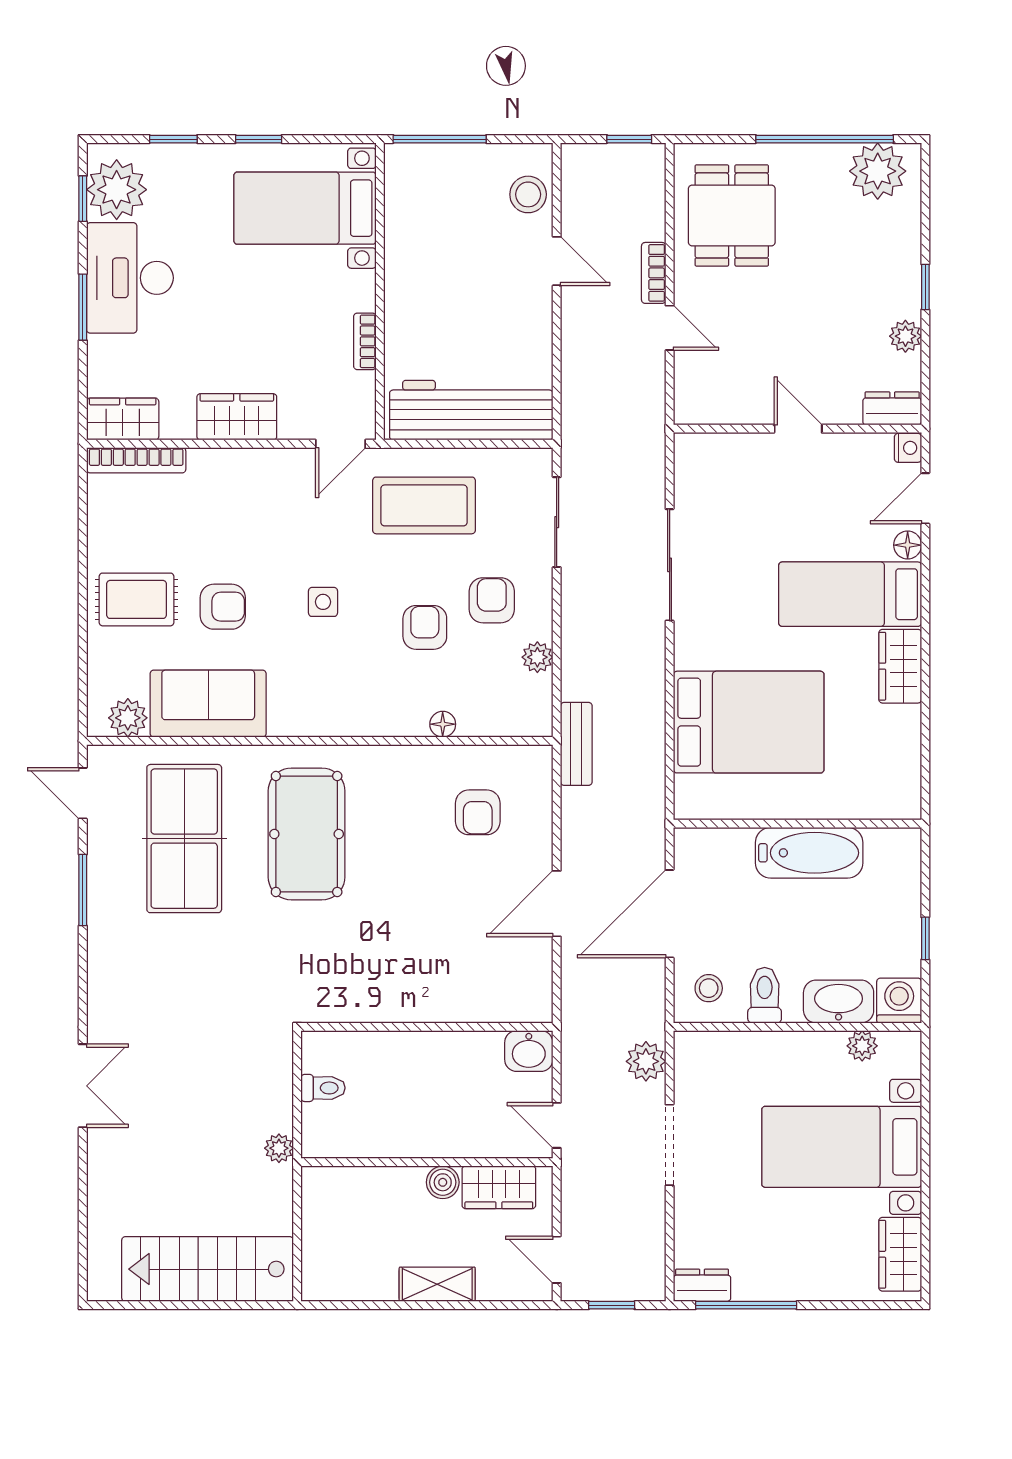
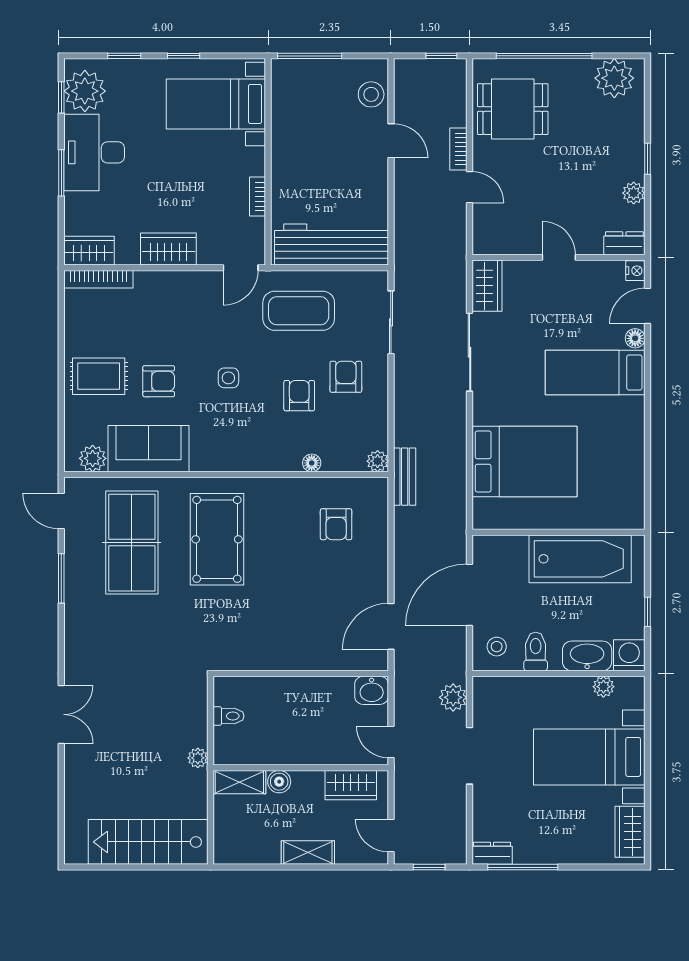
window: (825, 139) -> (544, 56), moved
dining table: (732, 215) -> (513, 109), turned 90
plant: (537, 657) -> (378, 461), moved
wardrobe: (900, 666) -> (487, 286), moved, turned 180
bathtub: (809, 853) -> (580, 559), width x1.36, depth x1.36
door: (557, 904) -> (391, 626), moved
boiler: (443, 1182) -> (279, 782), moved
shelving: (339, 1183) -> (239, 782), added

